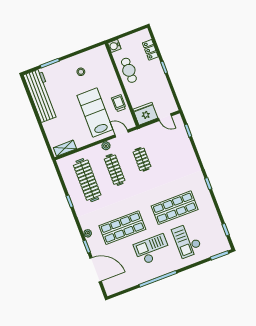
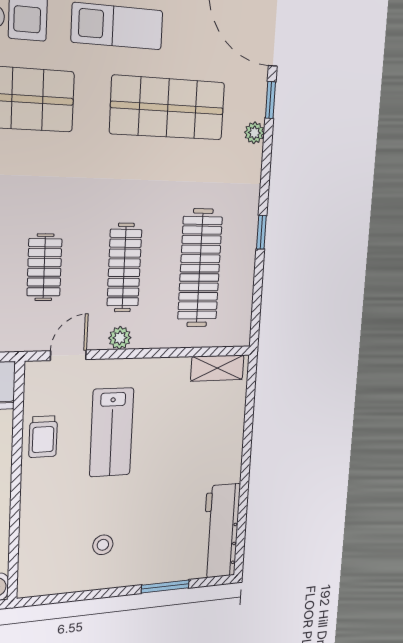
workbench: (41, 95) -> (221, 531), width x0.73, depth x0.76
lab bench: (95, 112) -> (112, 432), width x0.73, depth x0.72
door: (122, 134) -> (68, 355), swing flipped

